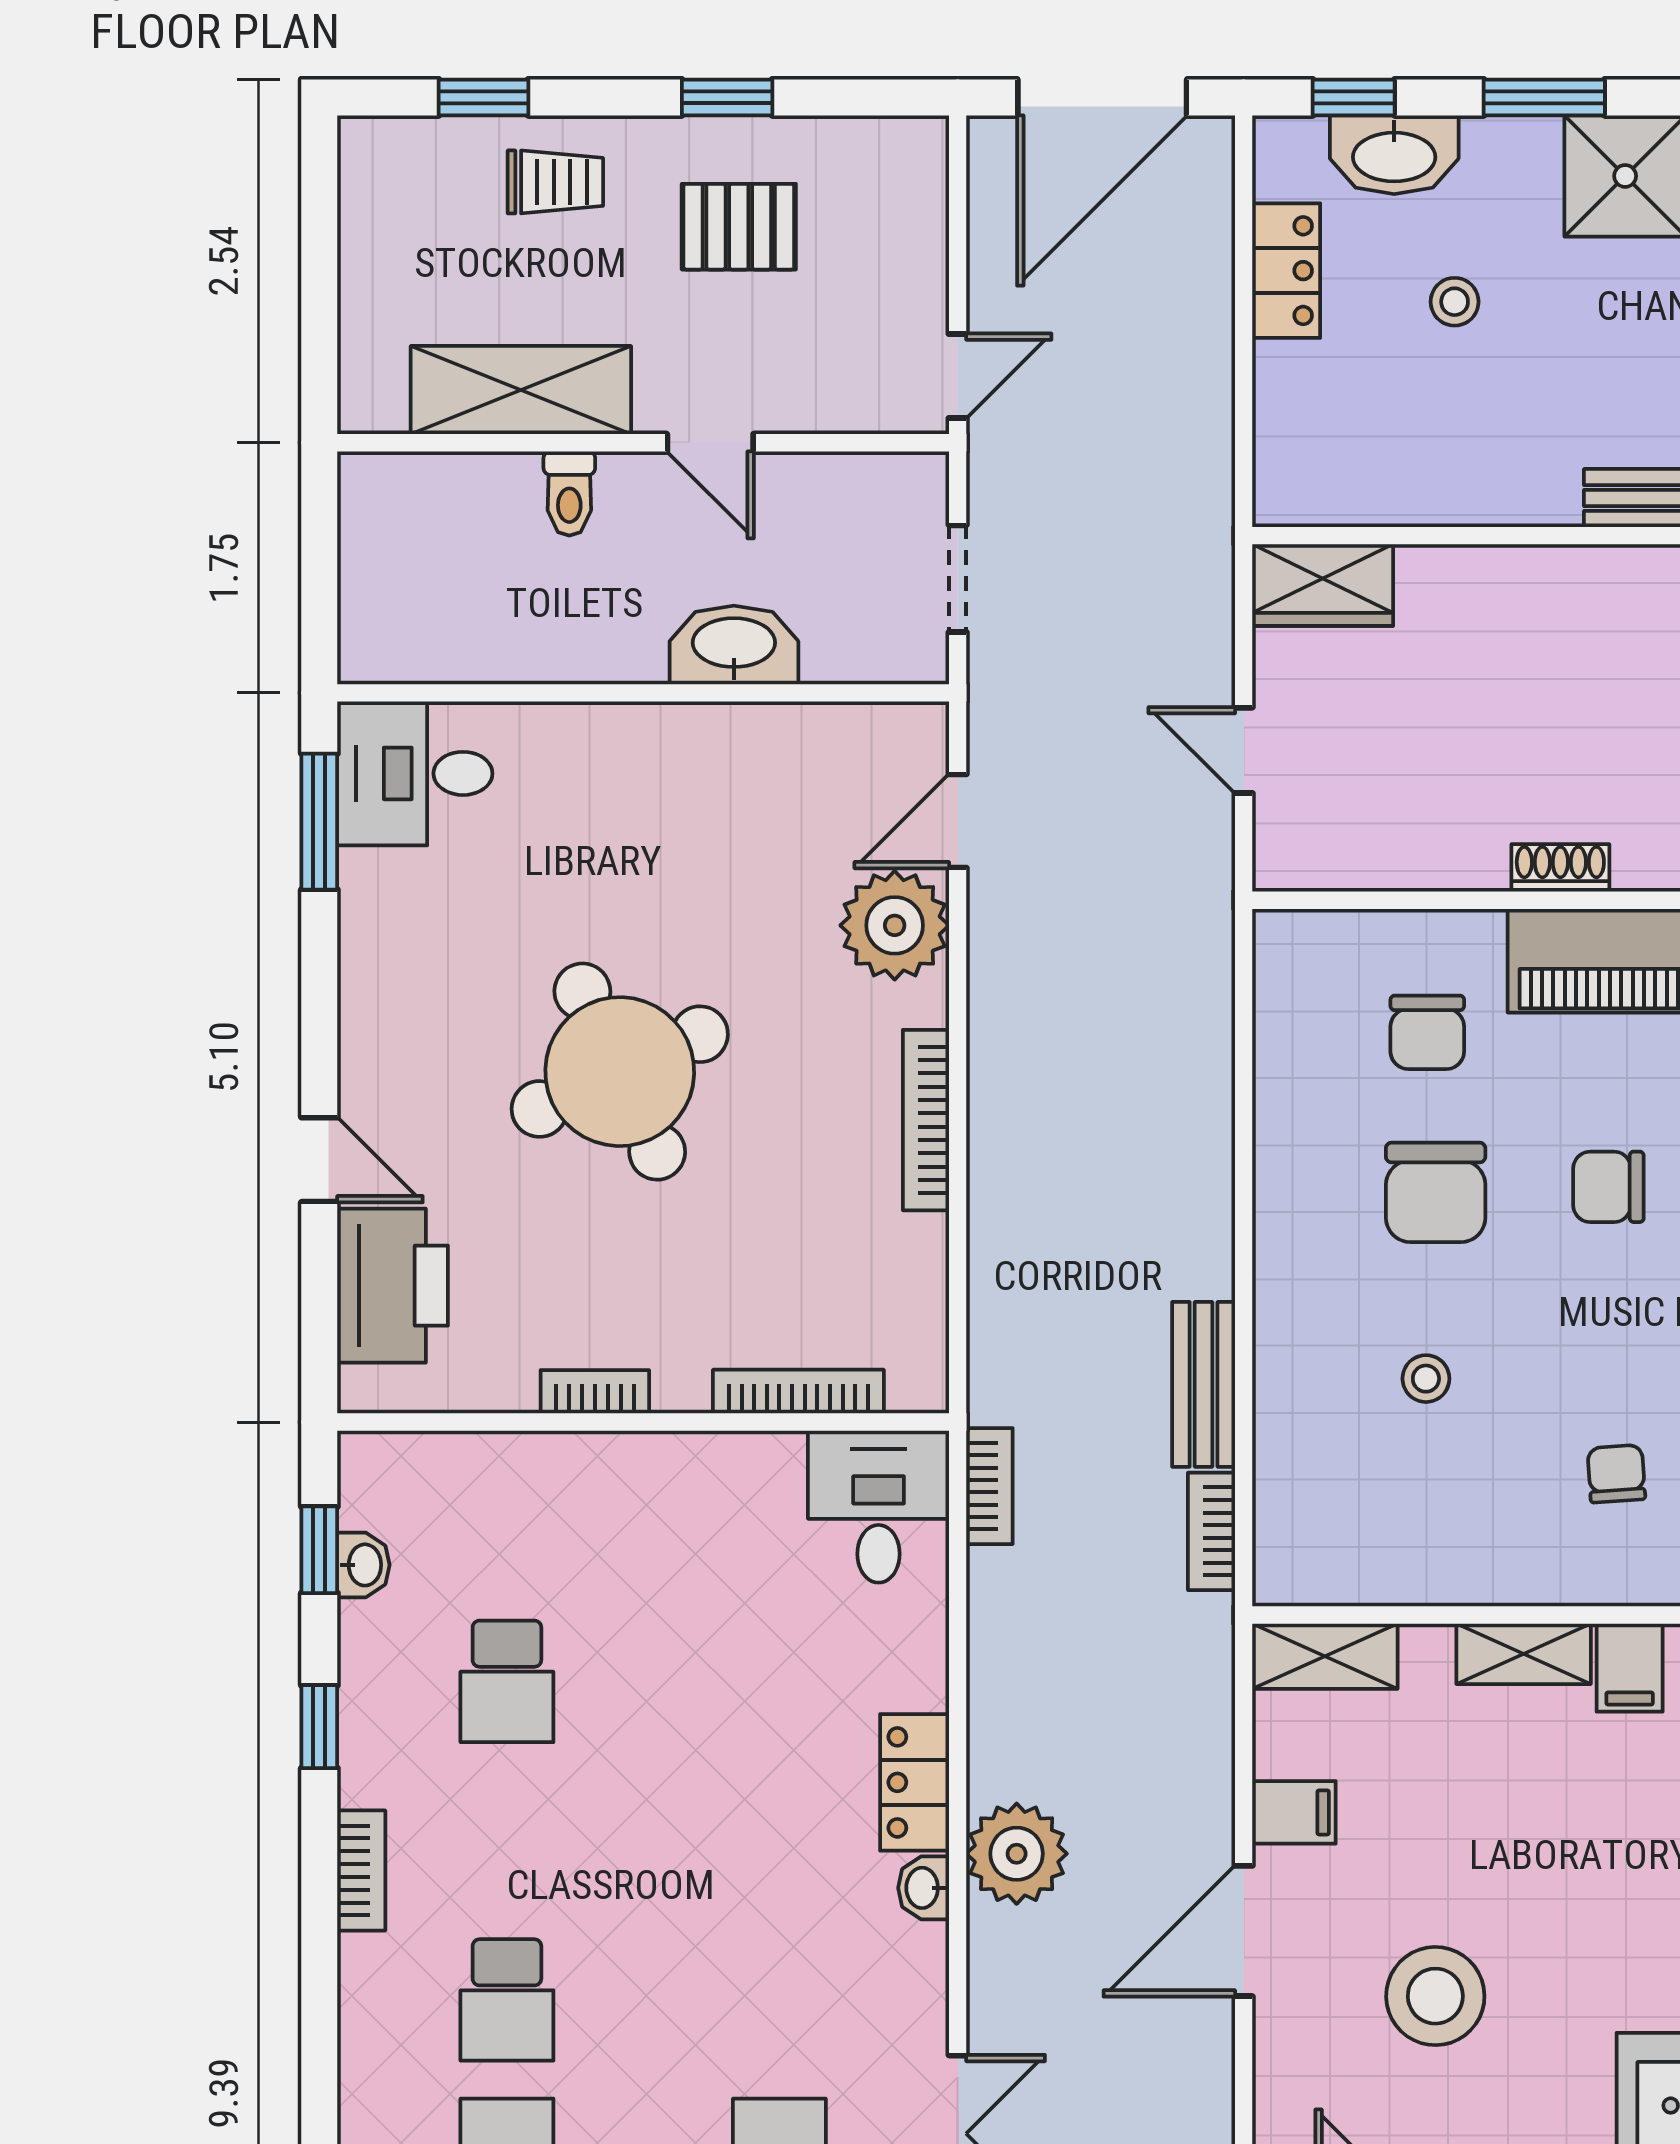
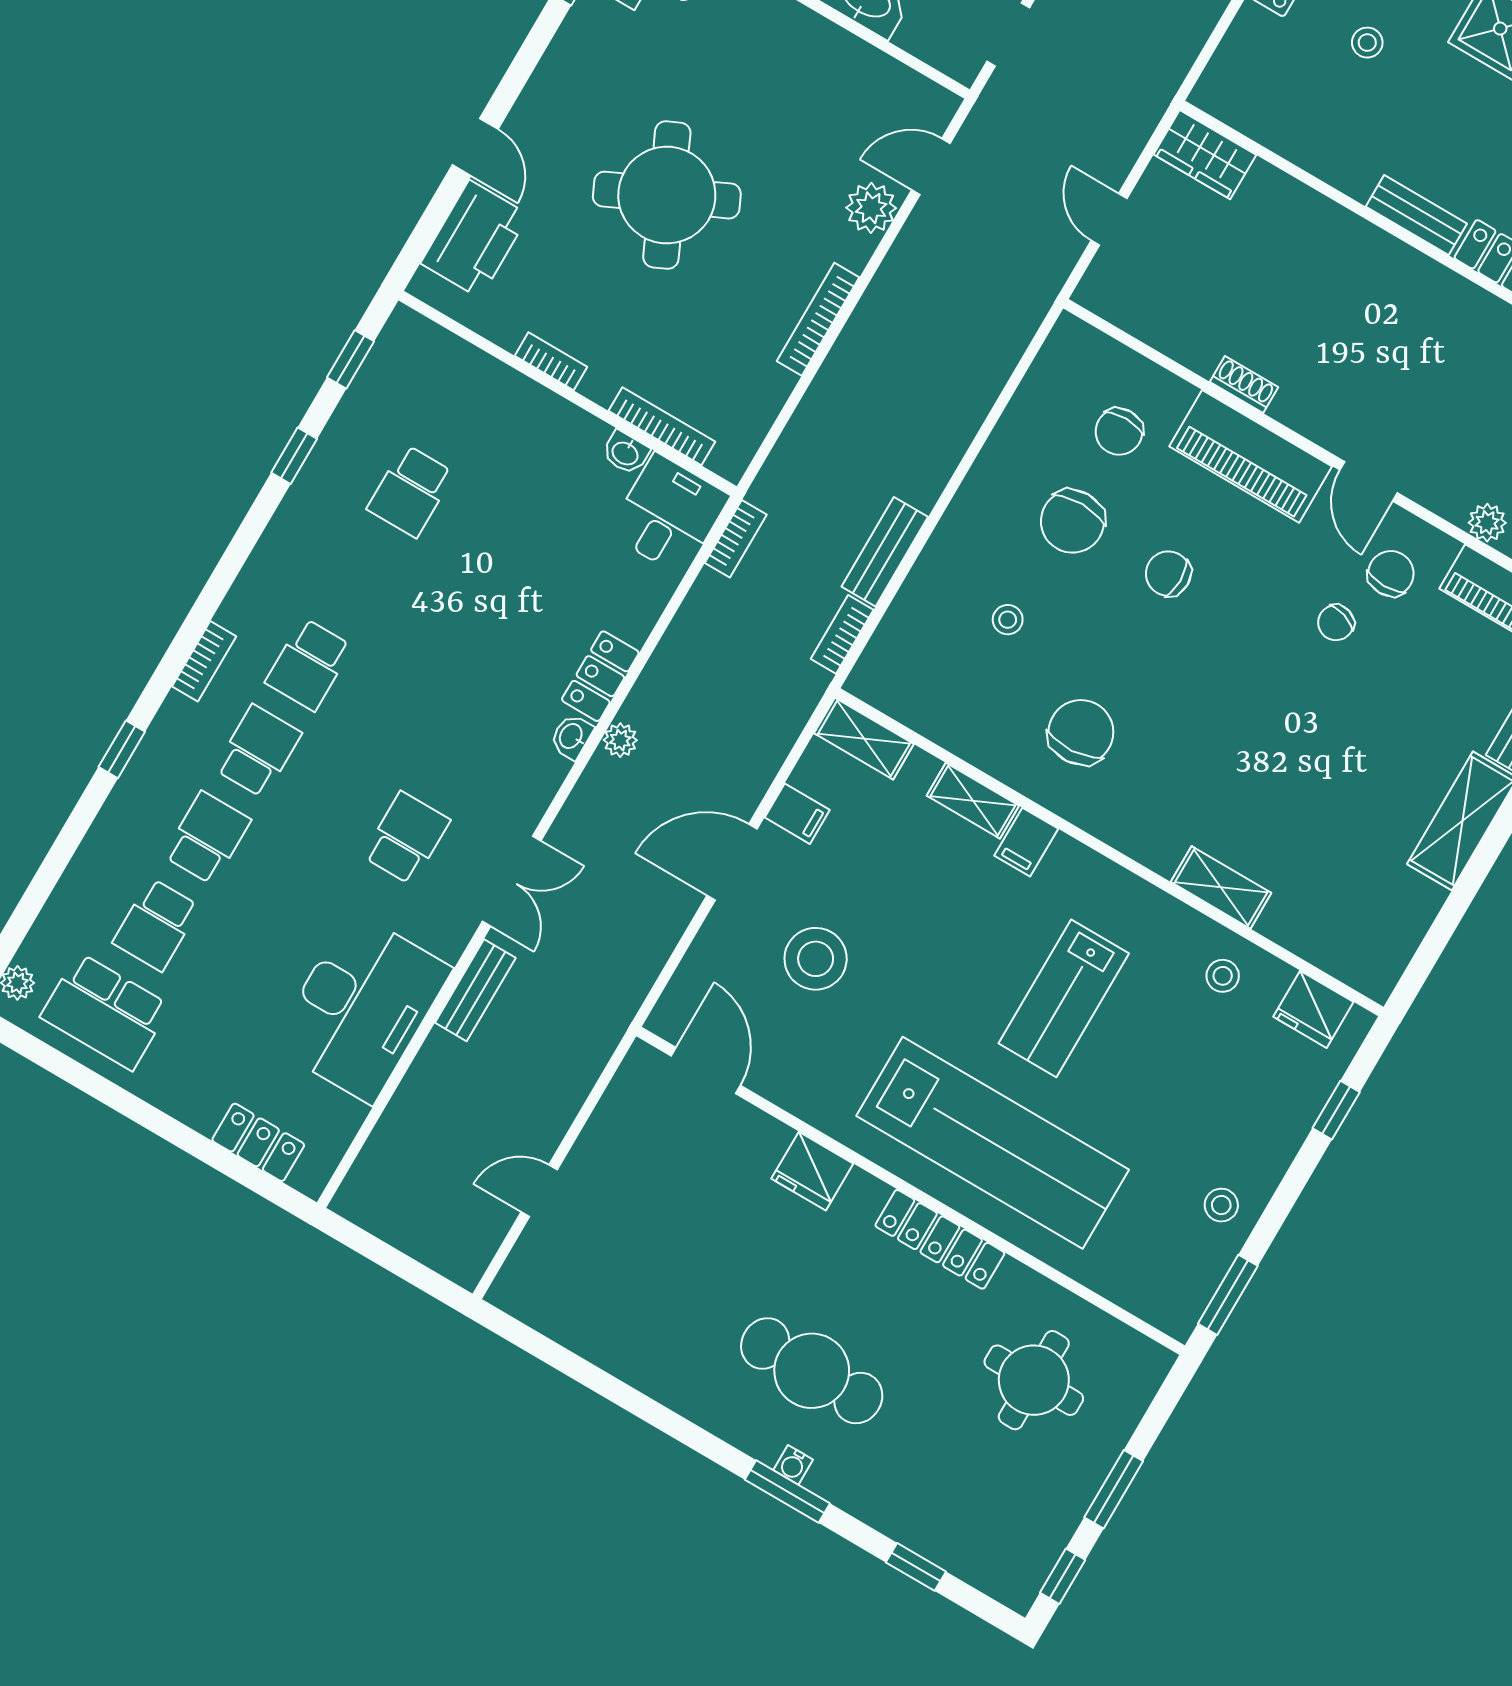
plant: (895, 925) -> (871, 208), width x0.73, depth x0.73
chair: (1616, 1474) -> (1081, 732), width x1.87, depth x1.87
washbasin: (363, 1565) -> (626, 453), moved, turned 90
plant: (1017, 1854) -> (620, 740), width x0.53, depth x0.53
bookcase: (361, 1870) -> (204, 661), moved

